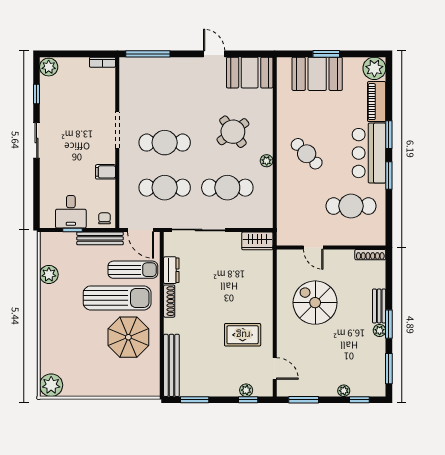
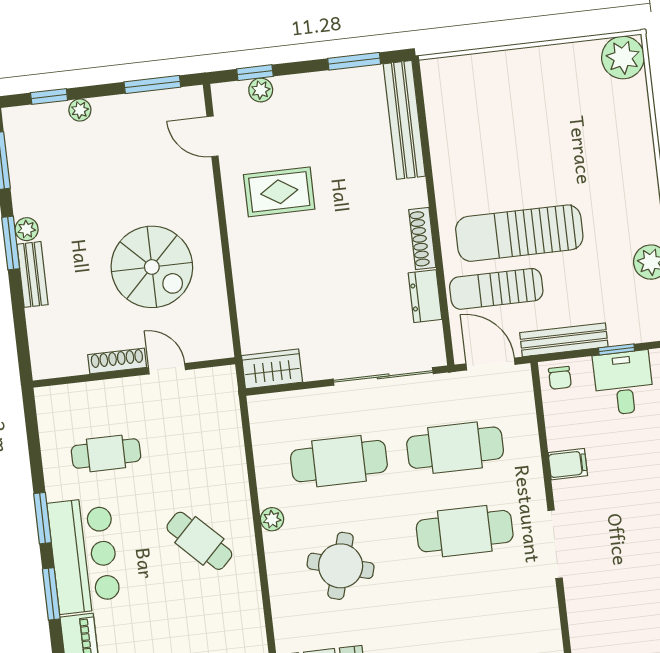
round table: (233, 132) -> (341, 566), turned -37
cafe table: (351, 206) -> (106, 453), width x0.73, depth x0.74
shoe rack: (370, 255) -> (117, 361), moved
parasol: (128, 337) -> (490, 163), removed

